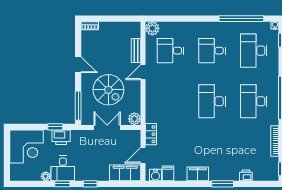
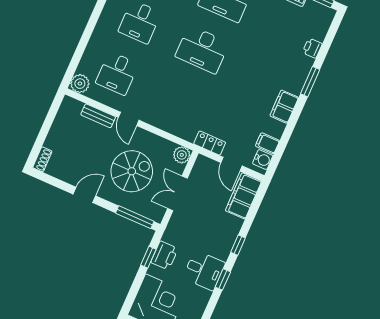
plant: (46, 176) -> (204, 296), removed

